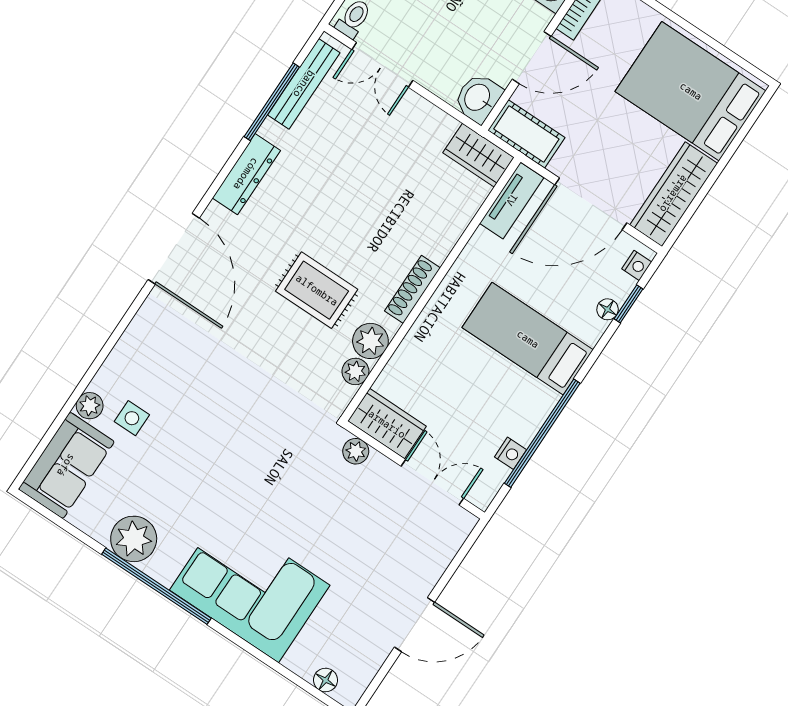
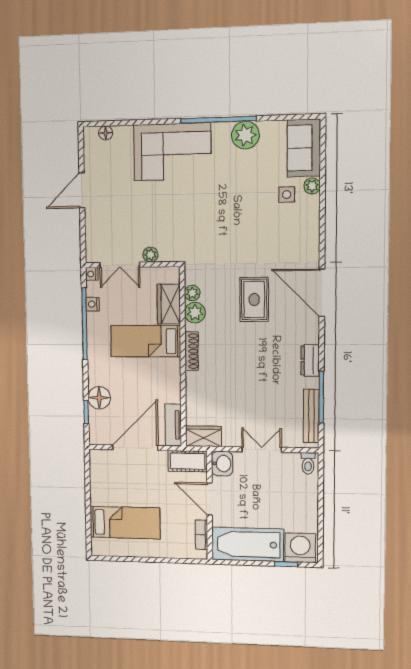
door: (532, 58) -> (210, 499), hinge flipped
double door: (382, 65) -> (262, 450), moved
bed: (691, 91) -> (125, 523), width x0.67
dresser: (246, 174) -> (310, 360), width x0.70
wardrobe: (674, 194) -> (100, 477), removed
nightstand: (637, 265) -> (92, 274), moved
rug: (317, 290) -> (254, 299), moved, turned 90
floor lamp: (608, 309) -> (99, 398), width x1.89, depth x1.89
bed: (528, 339) -> (146, 341), moved, turned 180
wardrobe: (387, 424) -> (169, 304), moved, turned 90
plant: (356, 451) -> (150, 255), moved

